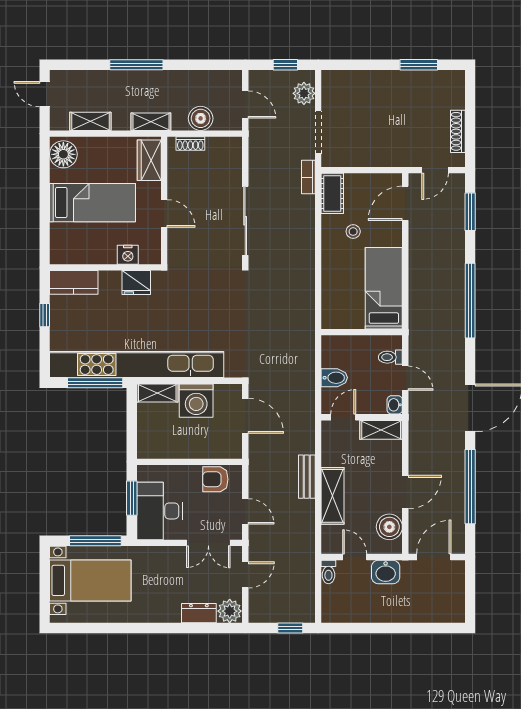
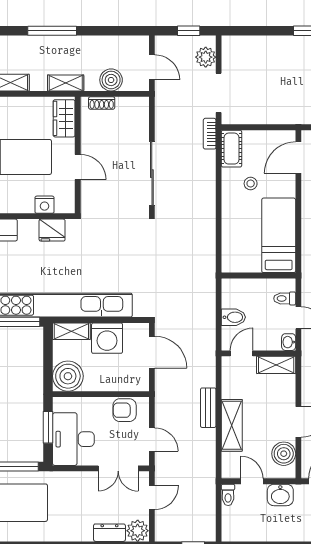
boiler: (153, 442) -> (68, 376), added

